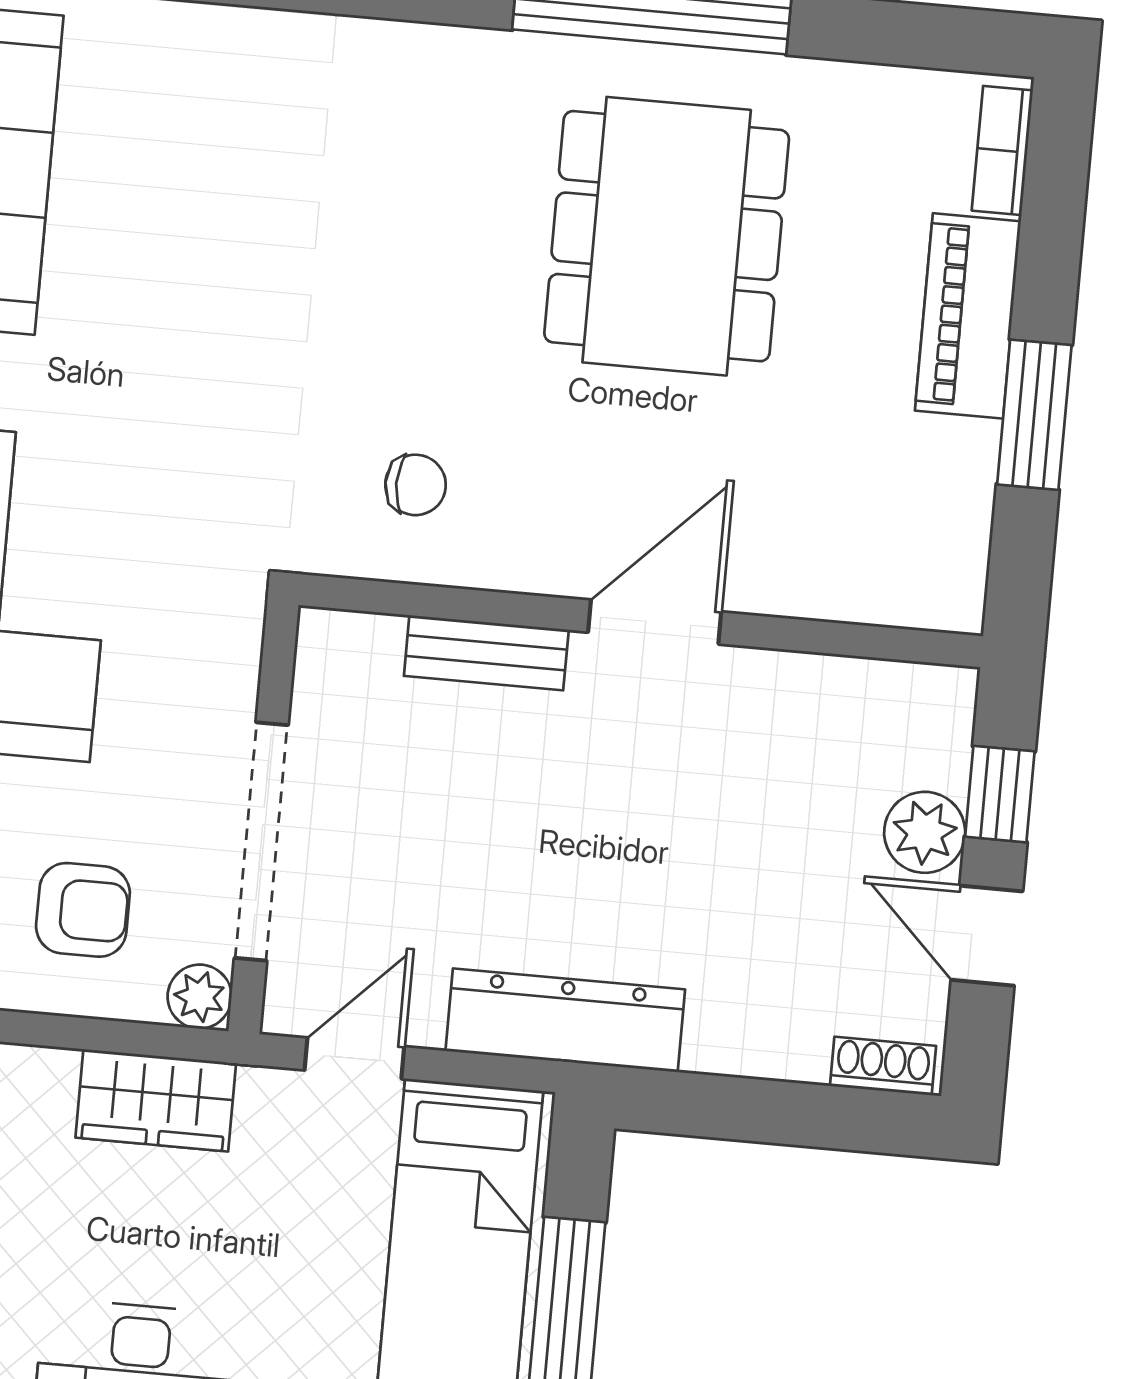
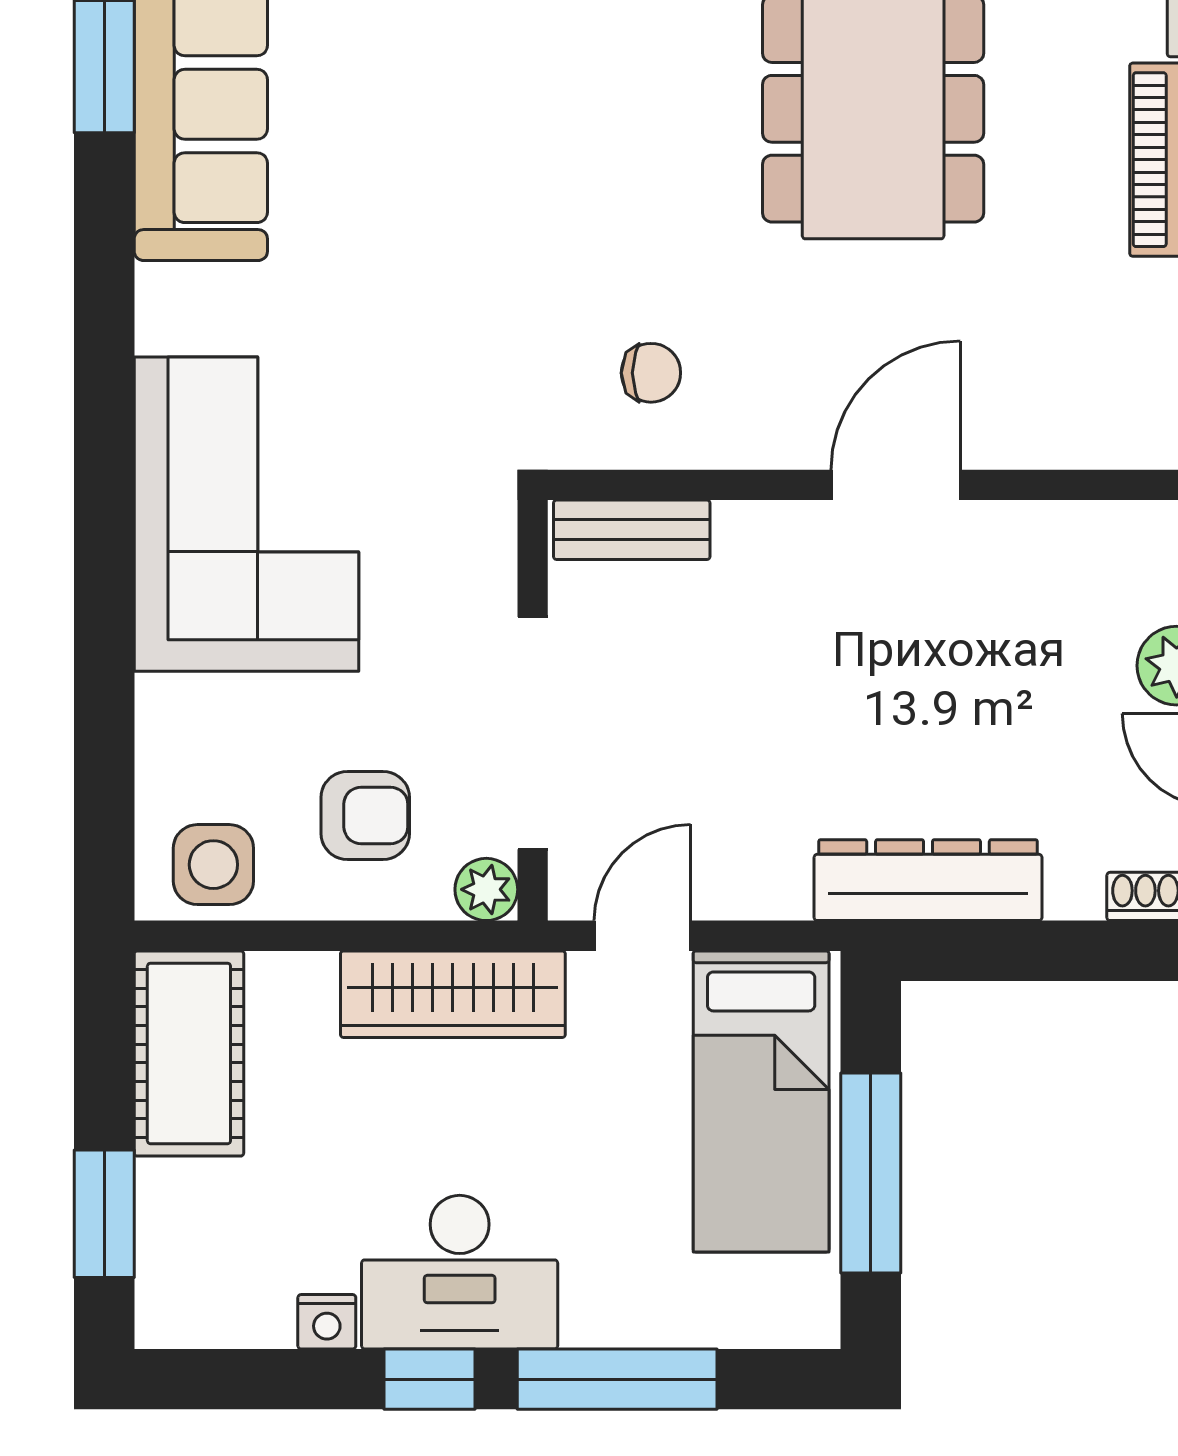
bench: (486, 653) -> (632, 530), moved
dresser: (565, 1020) -> (928, 880), moved
wardrobe: (156, 1100) -> (453, 994), width x1.50

